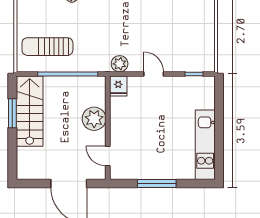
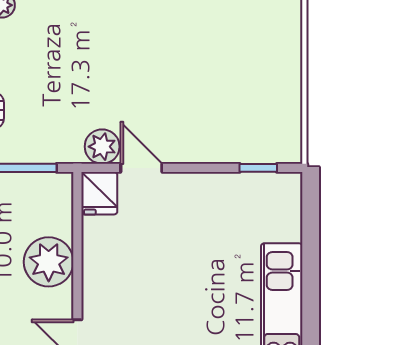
door: (154, 74) -> (141, 168), moved

